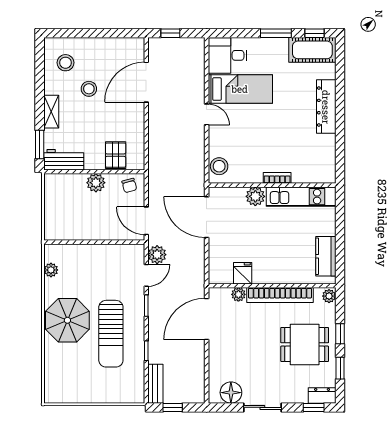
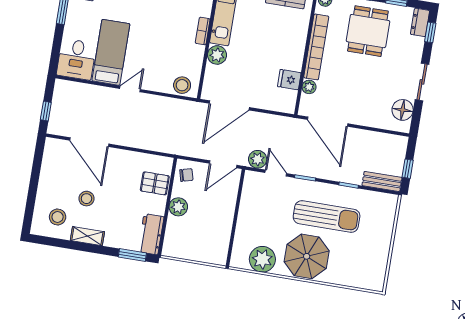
shelving: (51, 112) -> (87, 236), moved
plant: (51, 270) -> (262, 259), width x1.88, depth x1.88

